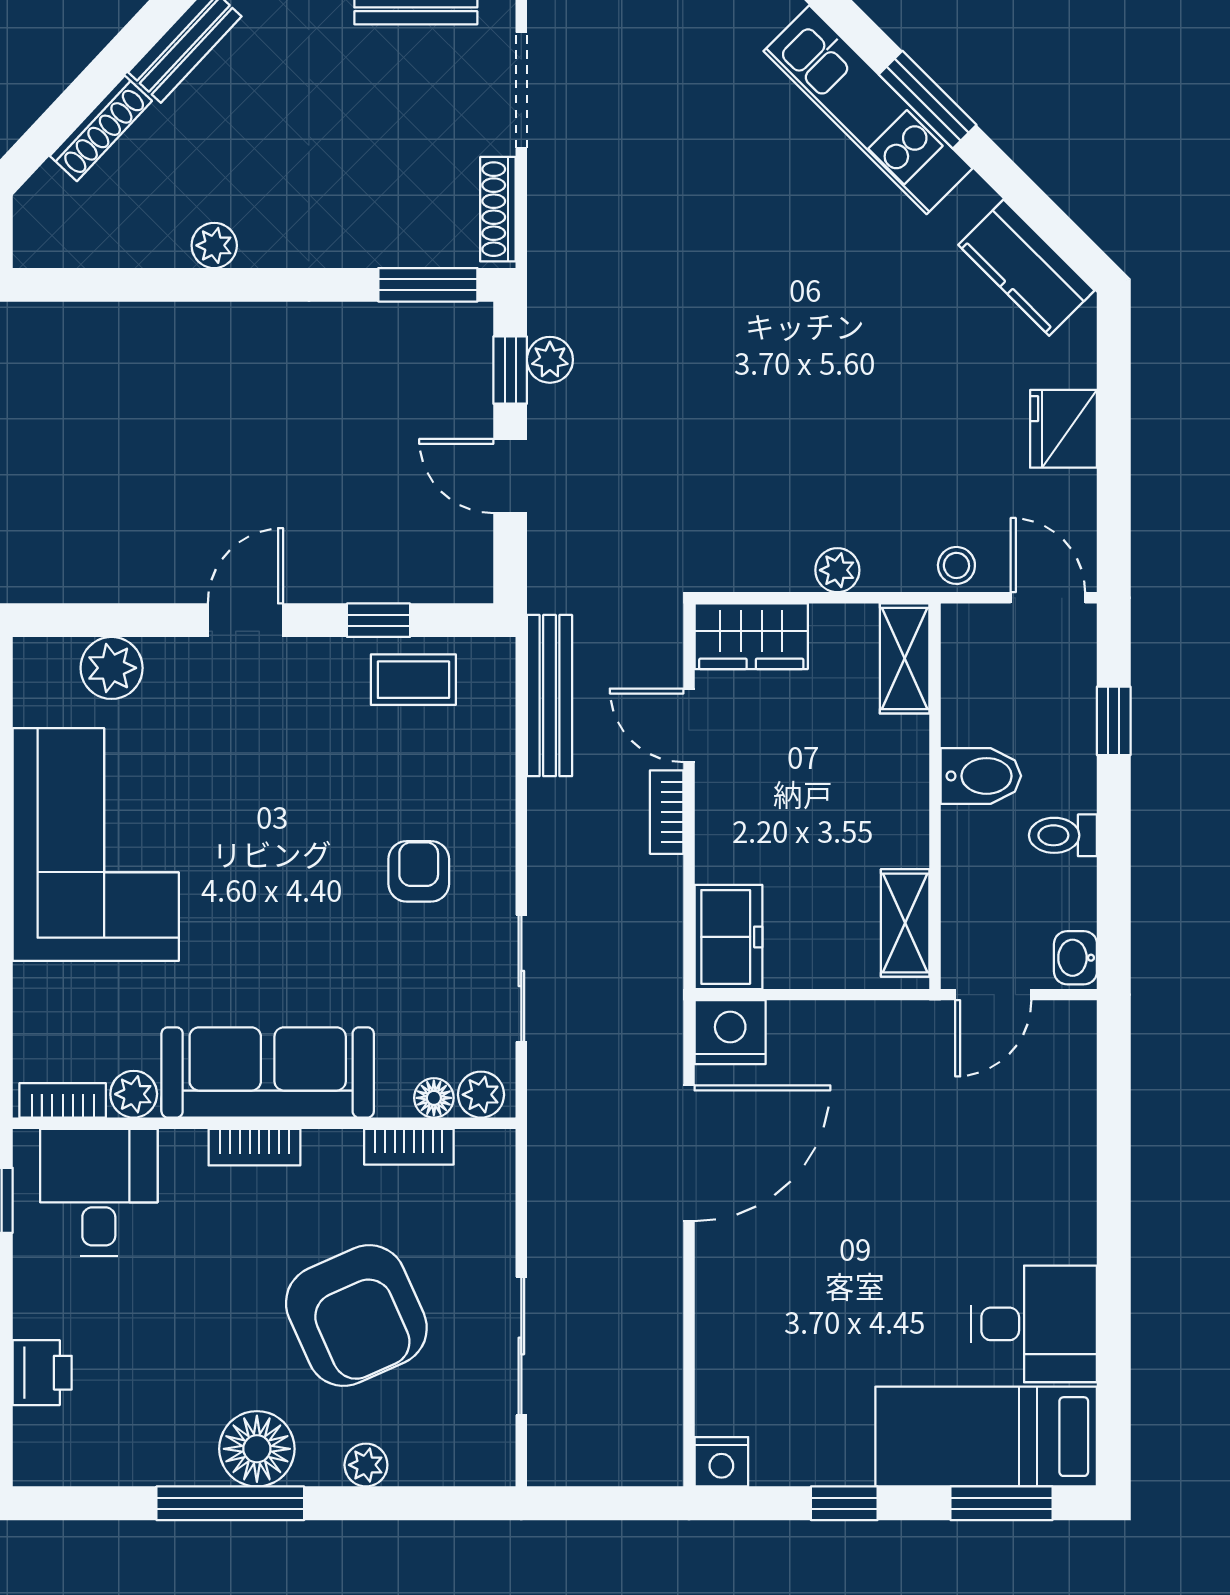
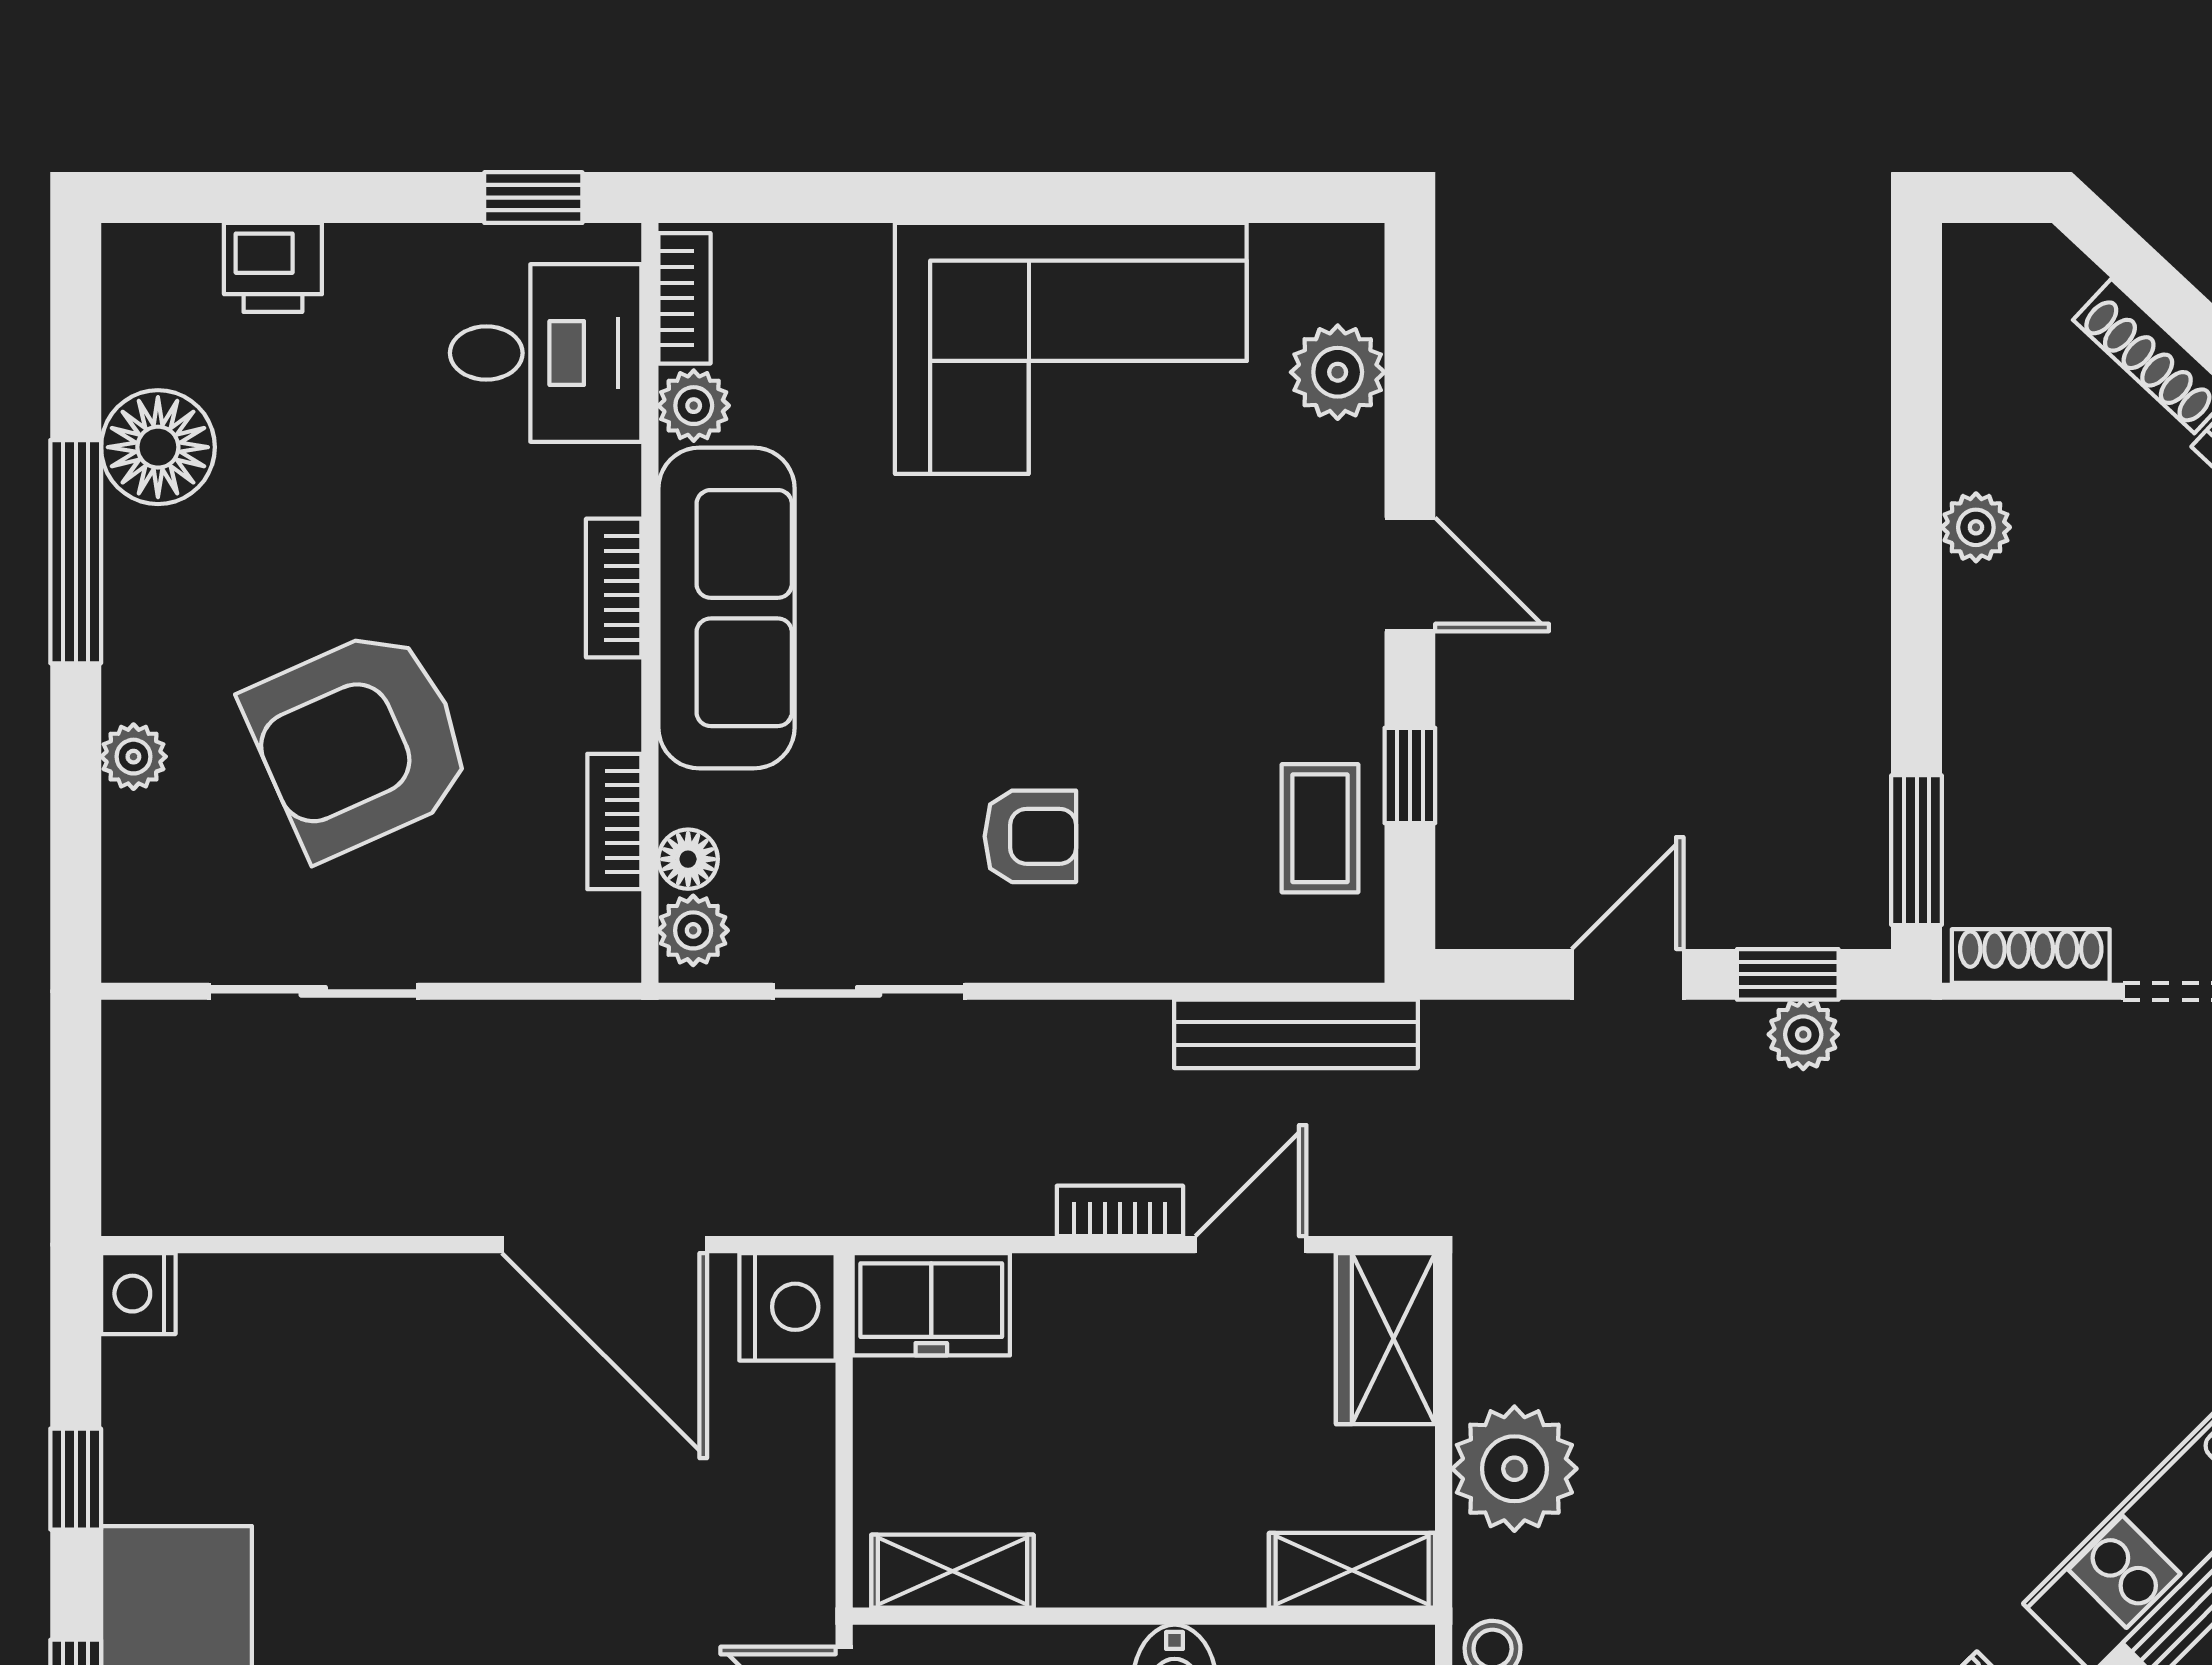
plant: (837, 570) -> (1514, 1469), width x1.88, depth x1.88
floor lamp: (257, 1449) -> (158, 447), moved

